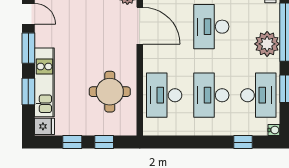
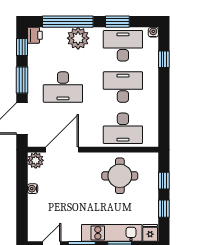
desk: (211, 95) -> (123, 87), turned 180

